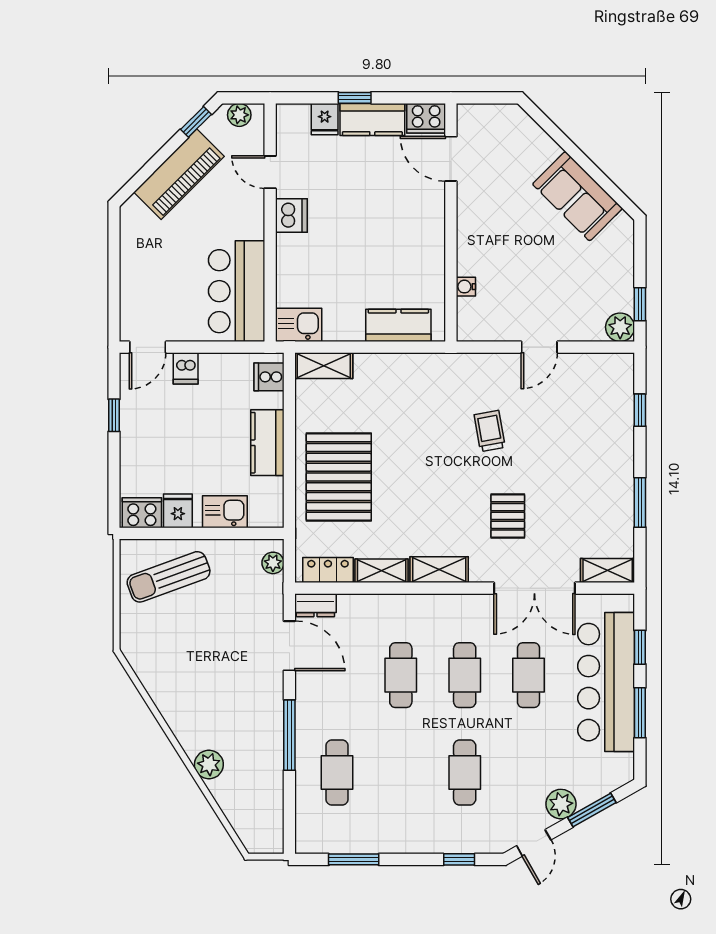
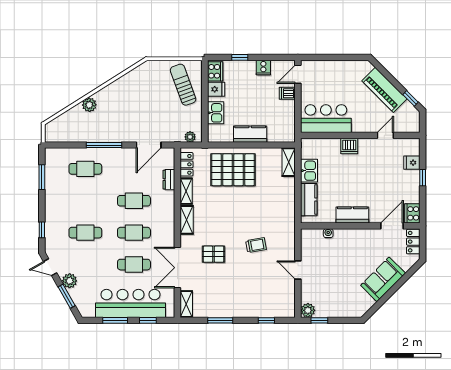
plant: (239, 115) -> (414, 120), removed
locker: (483, 117) -> (413, 242), added
kitchen counter: (372, 119) -> (352, 215), moved, turned 90
sofa: (577, 196) -> (383, 279), moved
dishwasher: (291, 215) -> (349, 146), moved
kitchen sink: (299, 325) -> (309, 171), moved
door: (148, 347) -> (298, 74), hinge flipped
cooker: (269, 377) -> (263, 68), moved, turned 180
window: (114, 415) -> (240, 57), moved
dresser: (315, 605) -> (169, 180), moved

